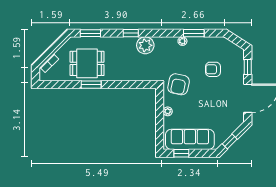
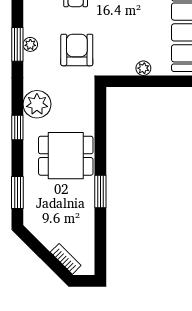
window: (194, 33) -> (17, 44), moved
dining table: (87, 63) -> (66, 156), moved, turned 90
armchair: (179, 84) -> (77, 50), moved, turned -102

